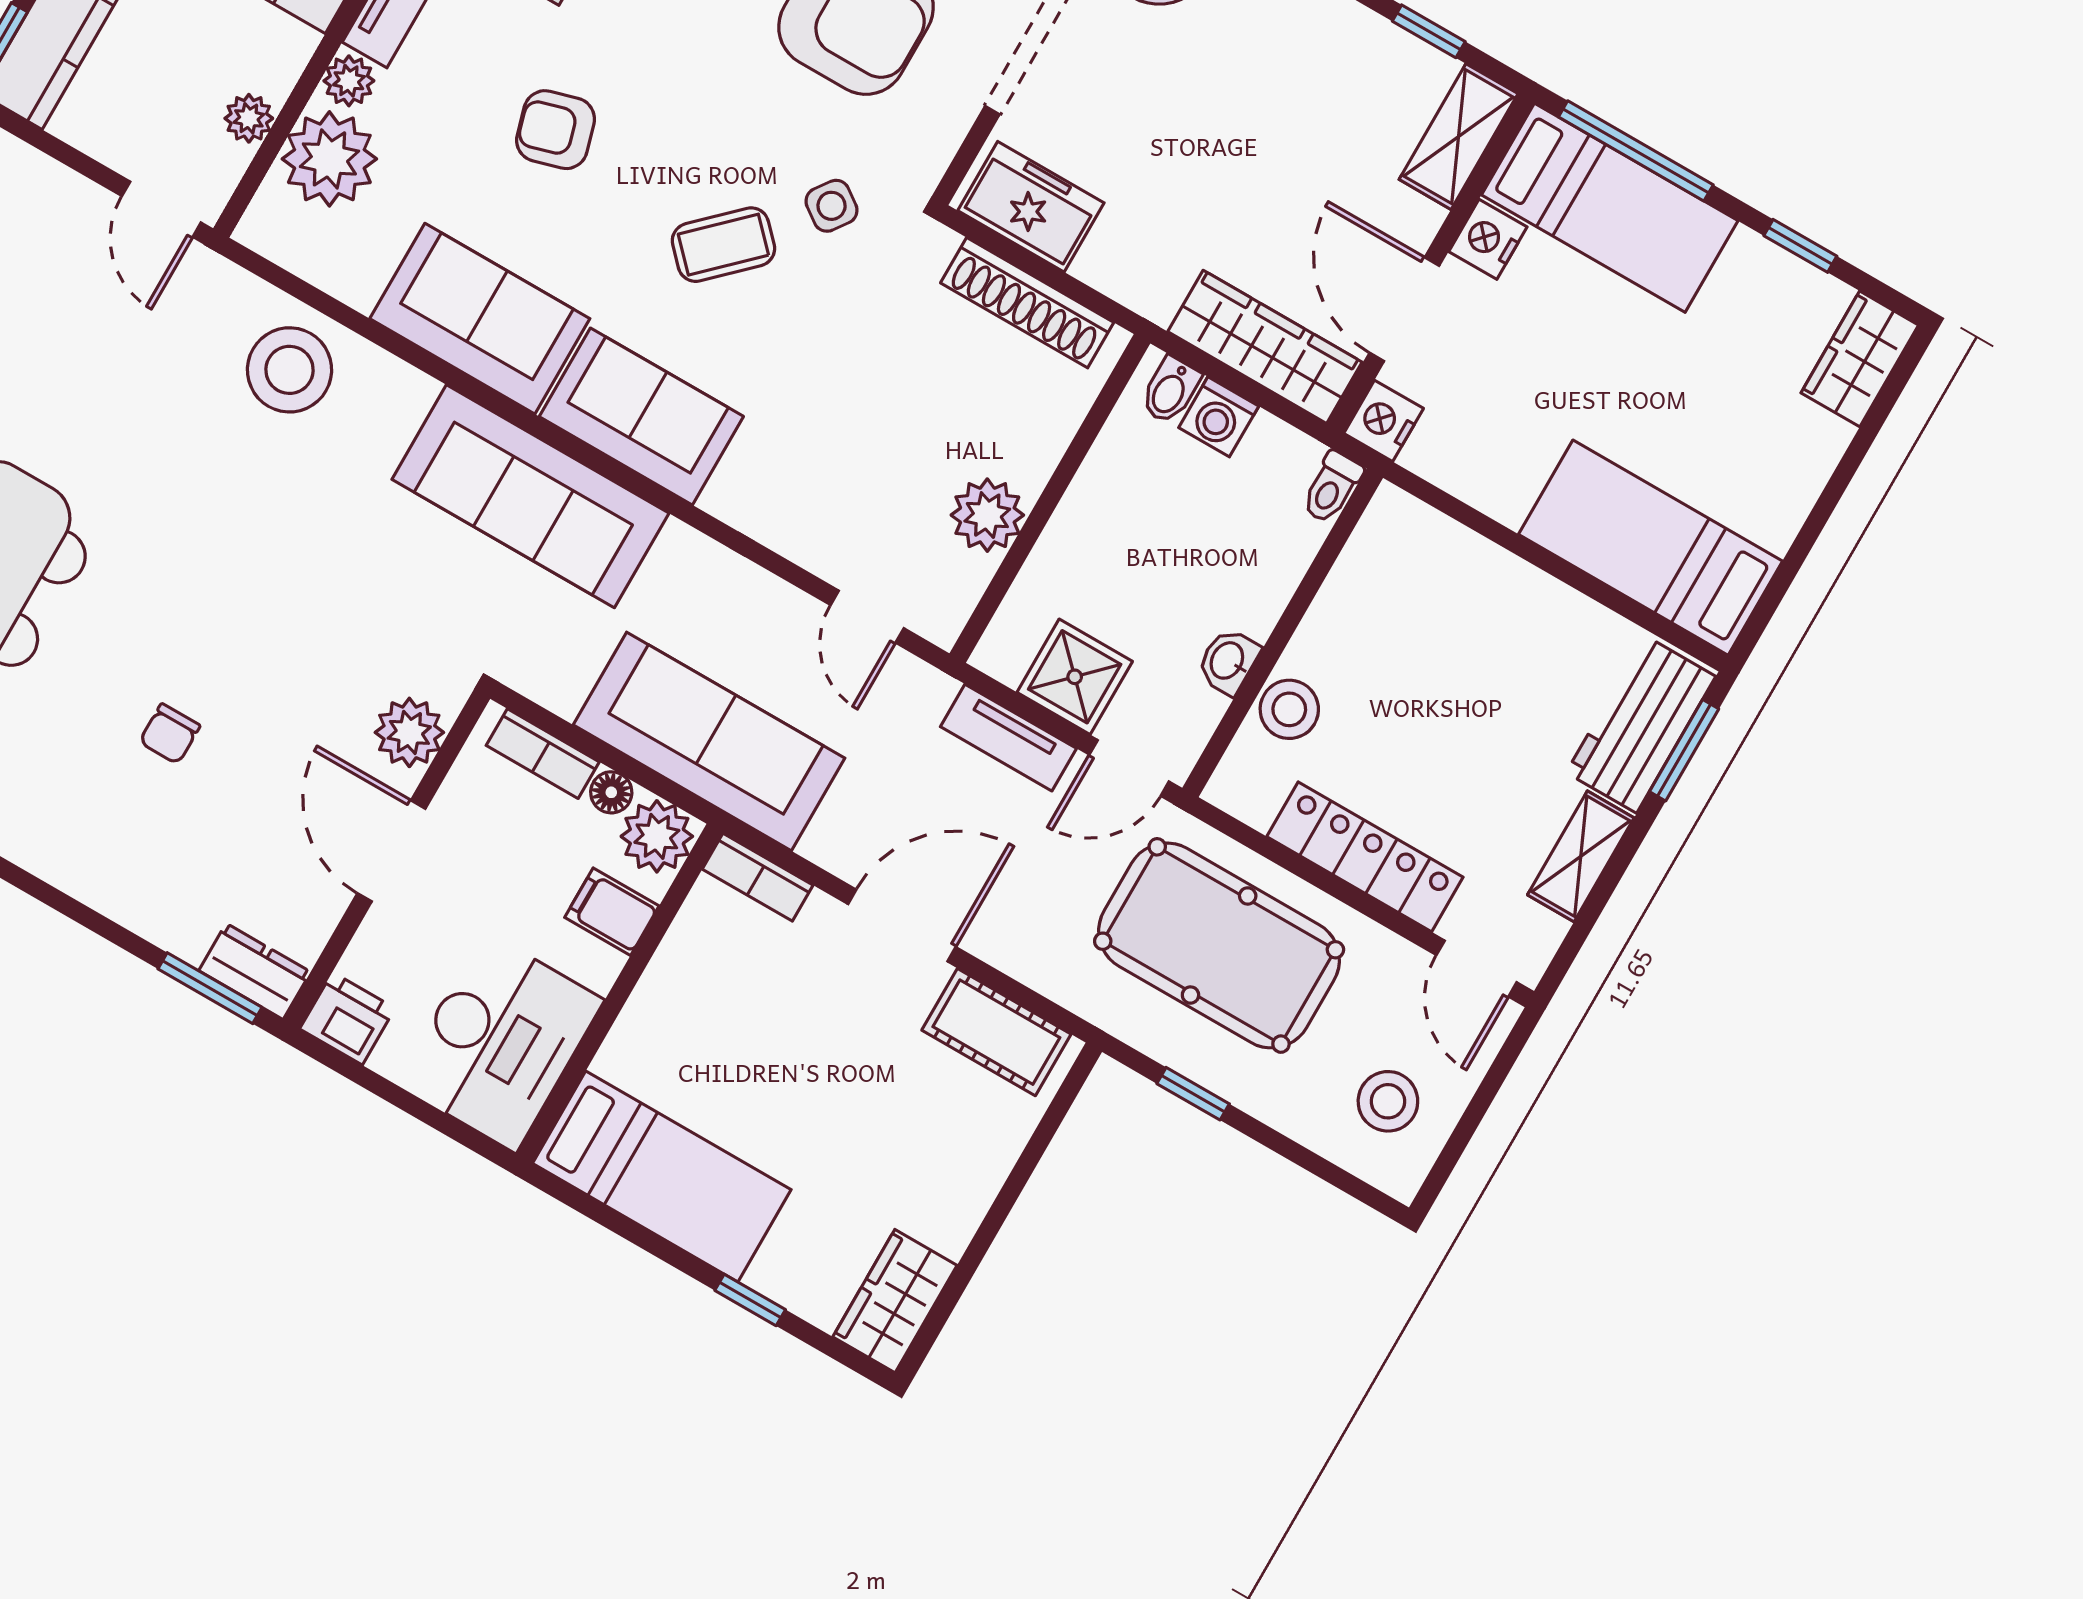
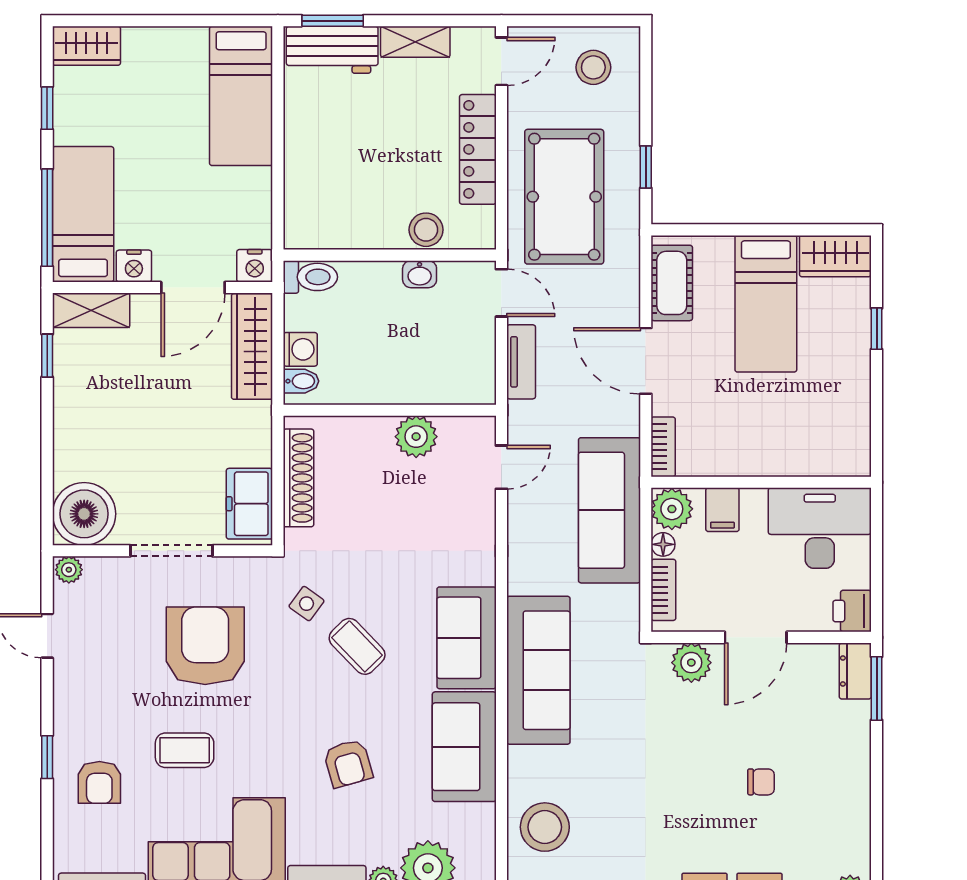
toilet: (1332, 487) -> (310, 277), width x1.37, depth x1.39
shower: (1075, 677) -> (472, 346), removed
bed: (662, 1176) -> (766, 304), moved, turned 180

